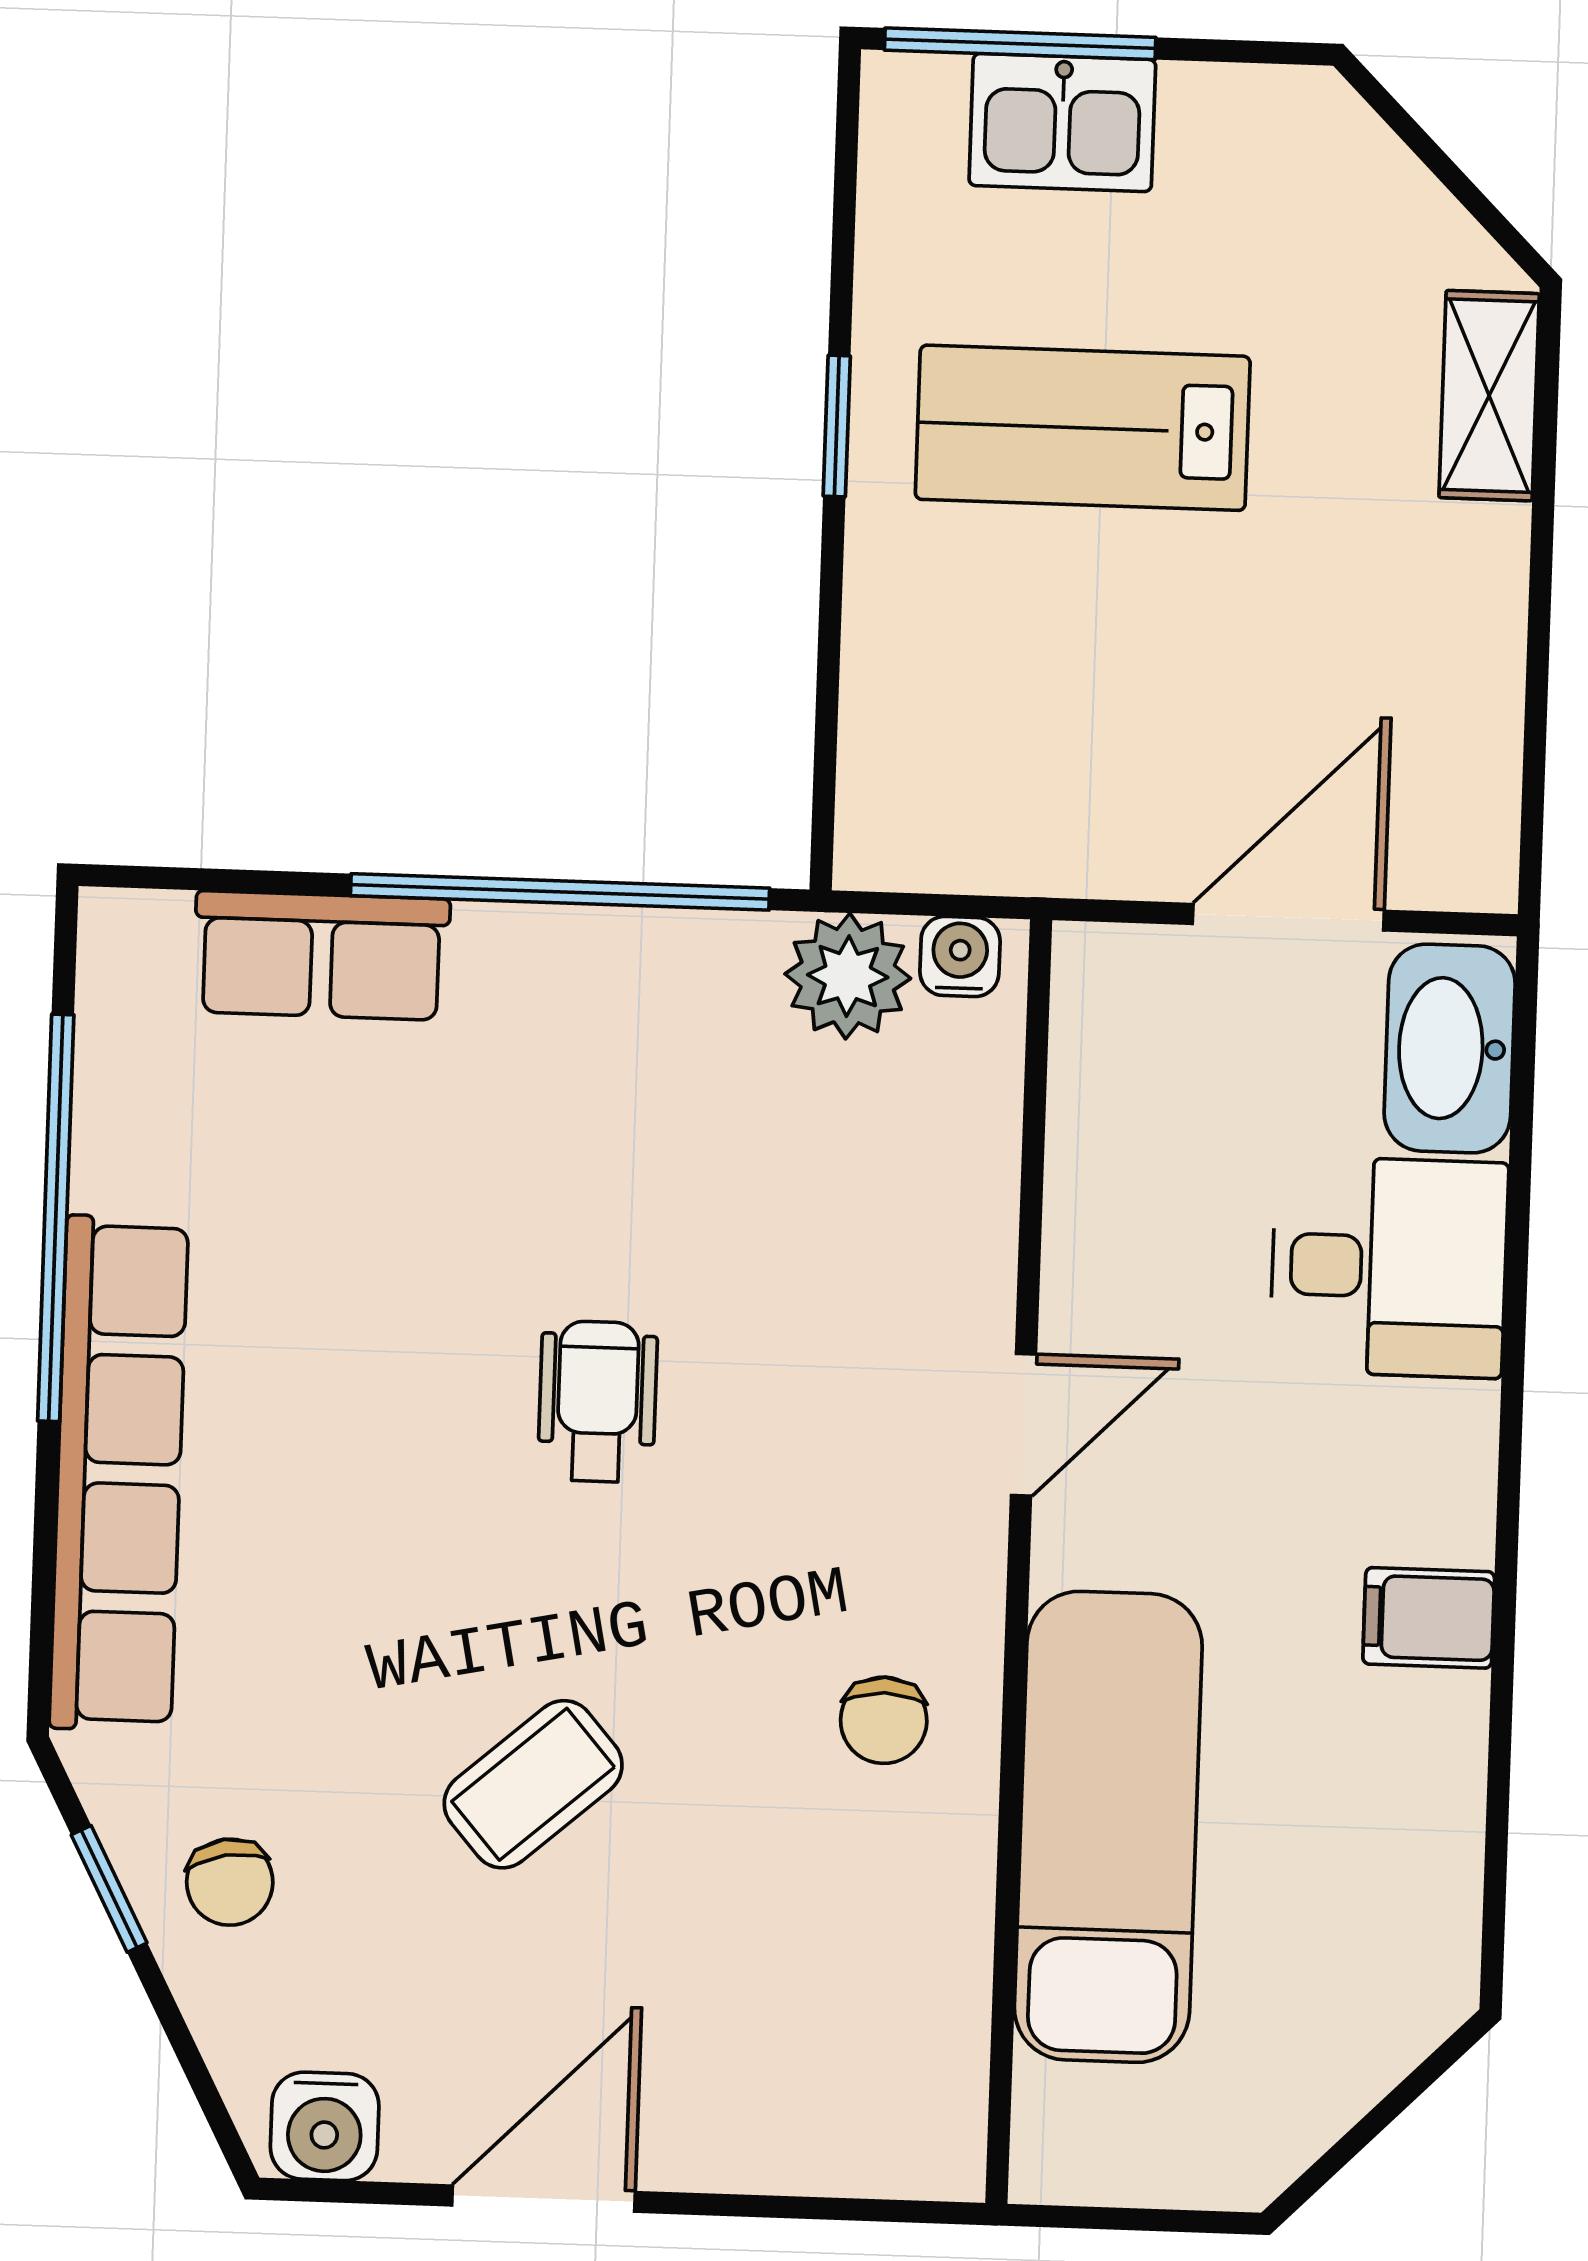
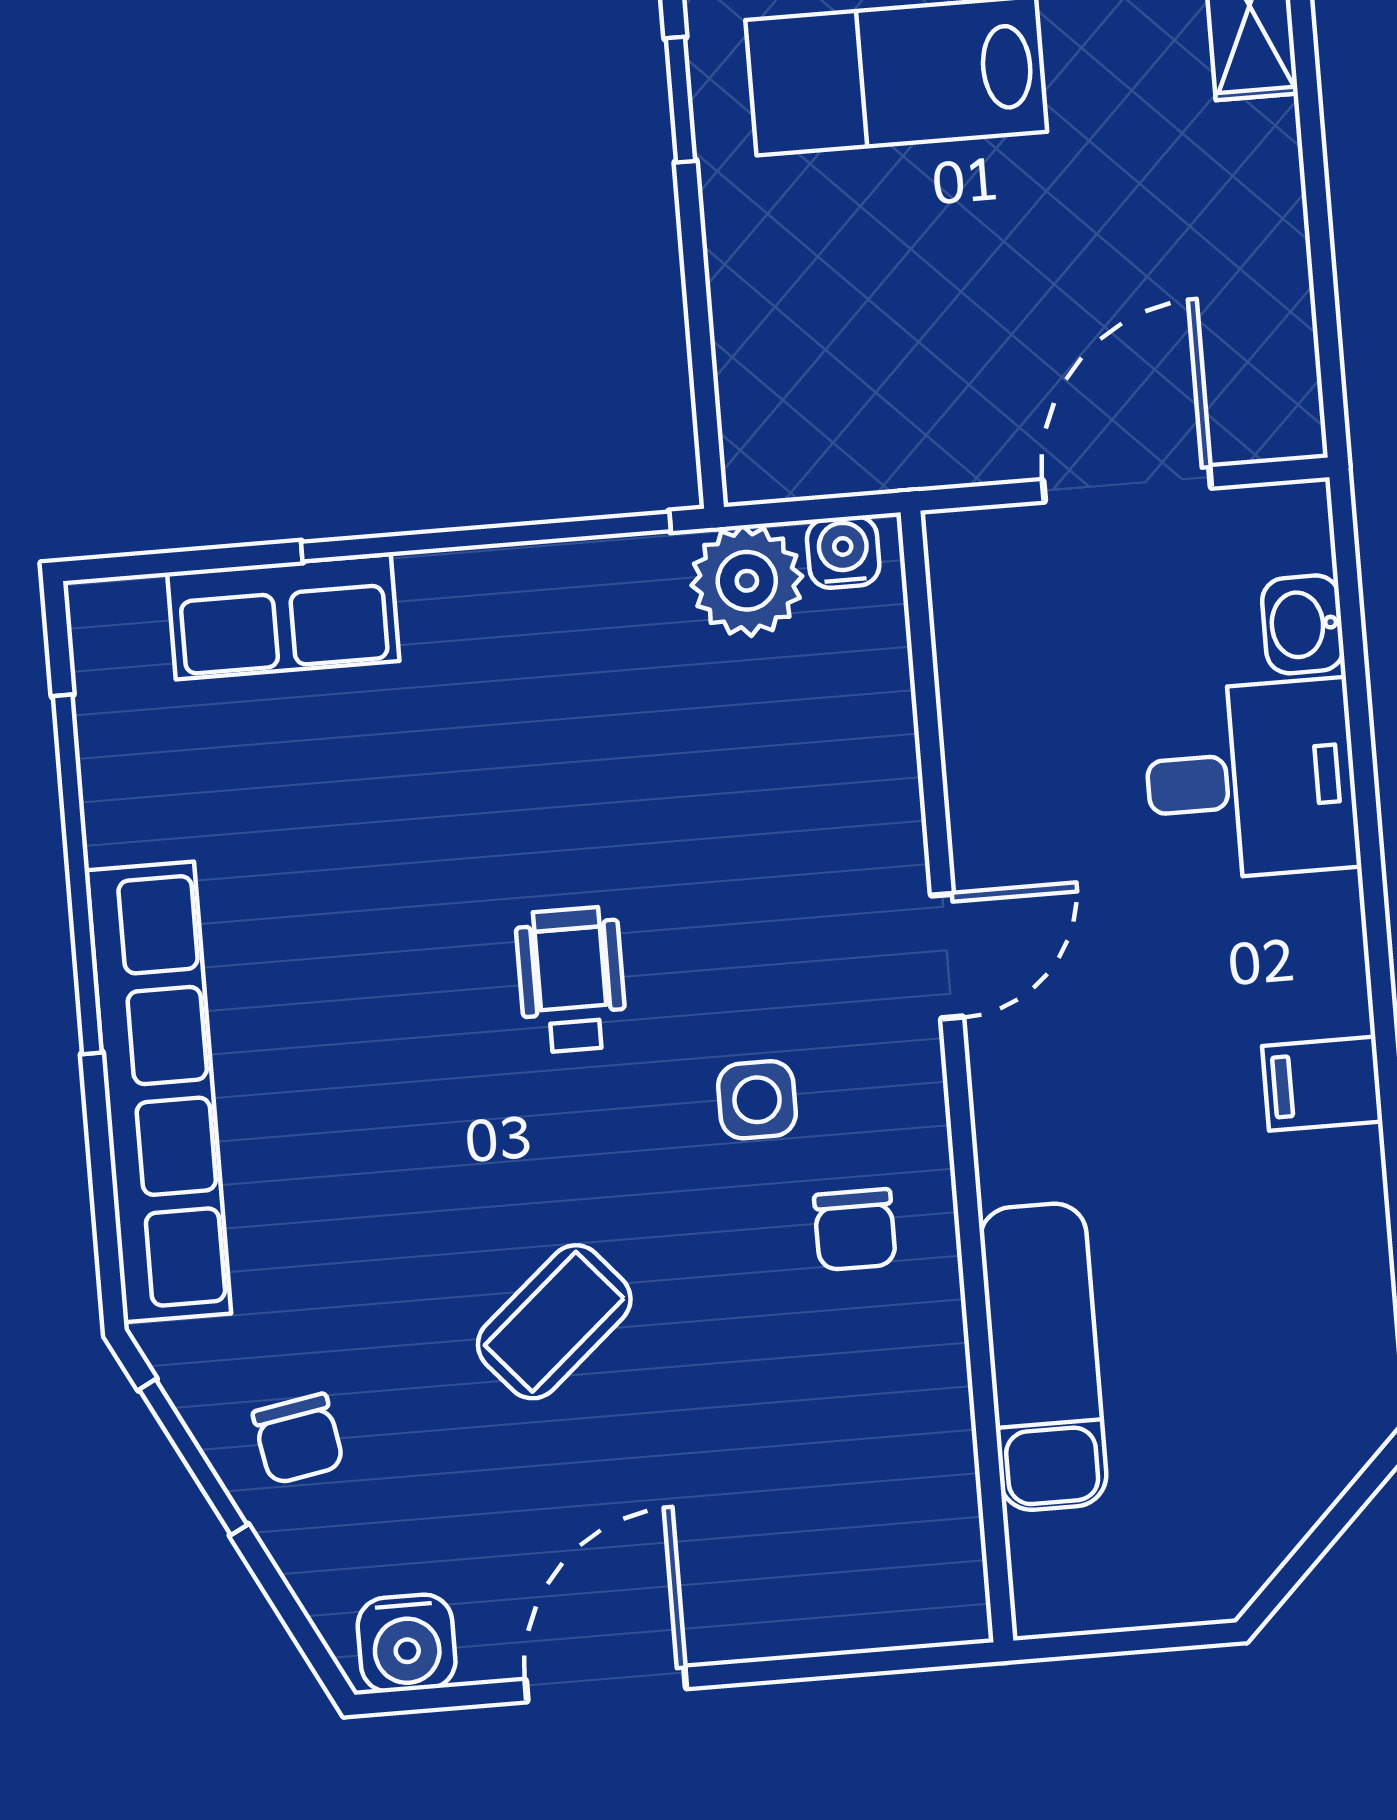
washbasin: (1450, 1048) -> (1303, 624), width x0.52, depth x0.69
side table: (791, 1561) -> (757, 1100), added
exam couch: (1108, 1827) -> (1043, 1357), width x0.73, depth x0.69
window: (109, 1889) -> (193, 1457), width x1.50

